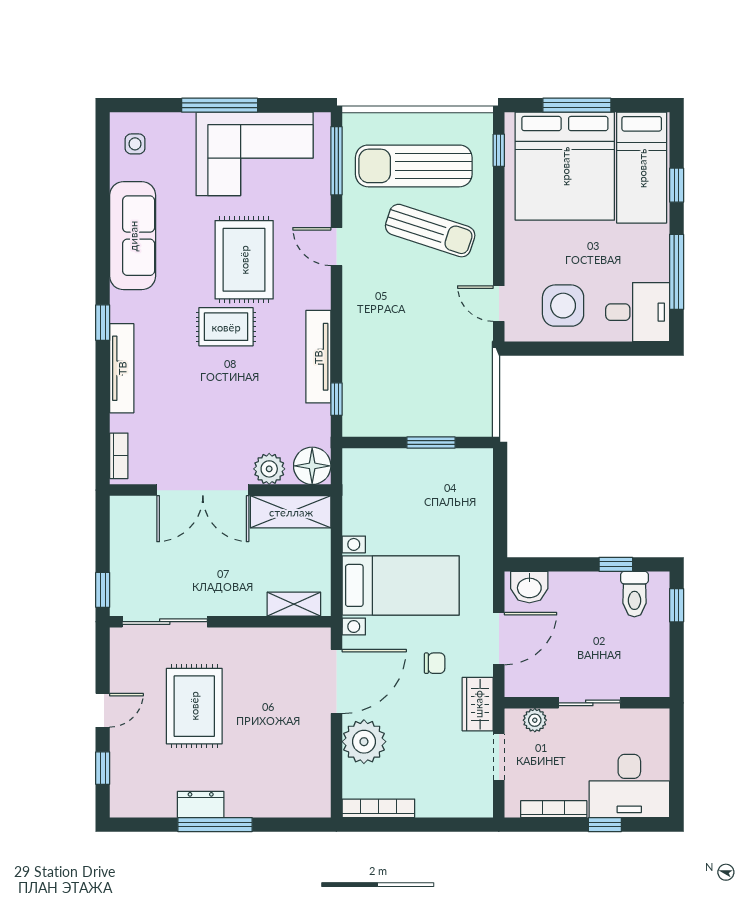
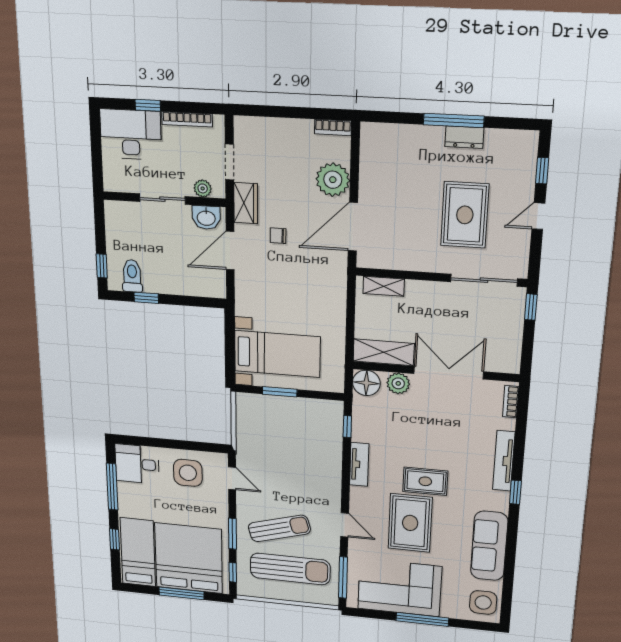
side table: (135, 144) -> (483, 602), width x1.87, depth x1.87
window: (499, 214) -> (232, 534), added
sun lounger: (430, 231) -> (279, 528), turned 146
tv unit: (318, 357) -> (359, 464), width x0.71
bed with nightstands: (401, 585) -> (277, 354), moved, turned 180
washbasin: (529, 587) -> (206, 218), moved, turned 180
bookcase: (378, 808) -> (333, 127), width x0.64

